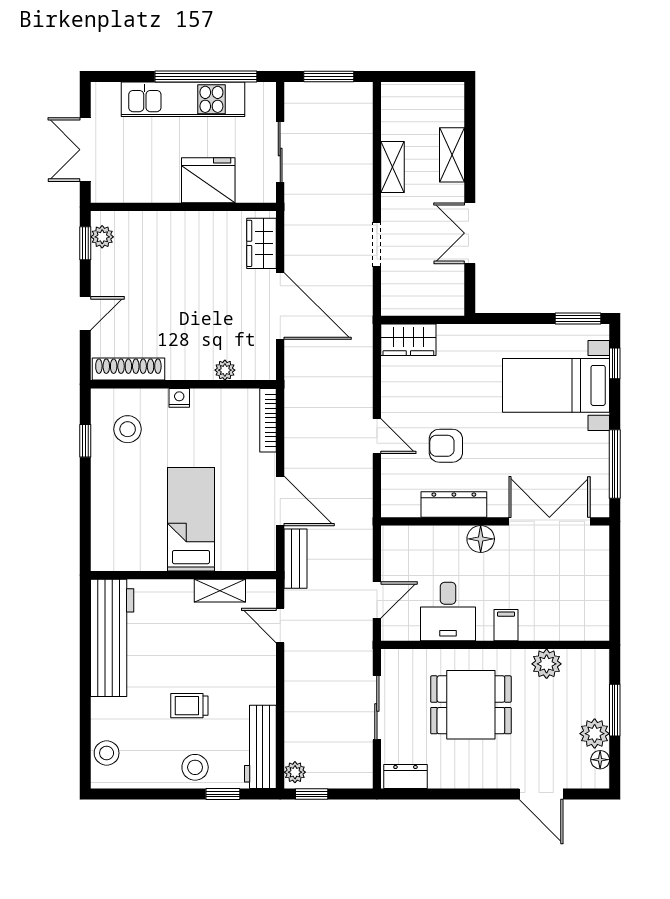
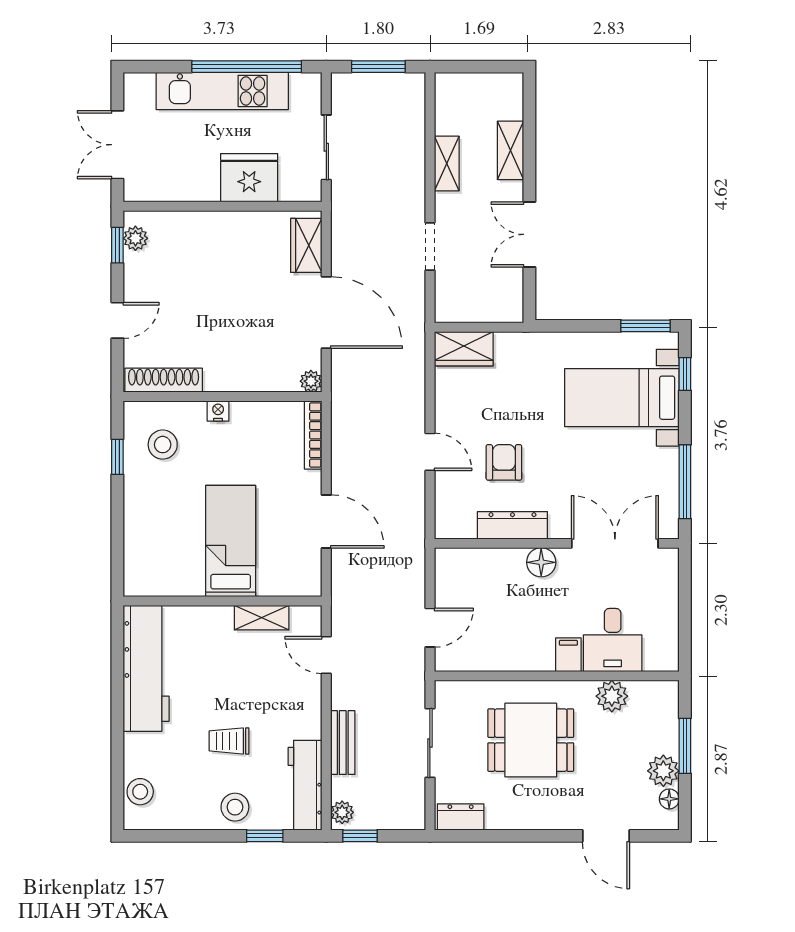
plant: (225, 370) -> (311, 381), moved
armchair: (446, 446) -> (504, 462), turned 90
bench: (296, 559) -> (343, 743), moved
desk: (448, 611) -> (613, 640), moved

